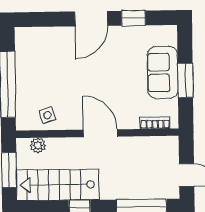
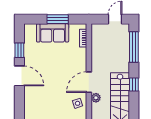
door: (100, 133) -> (89, 82), moved
plant: (38, 145) -> (96, 98), moved

